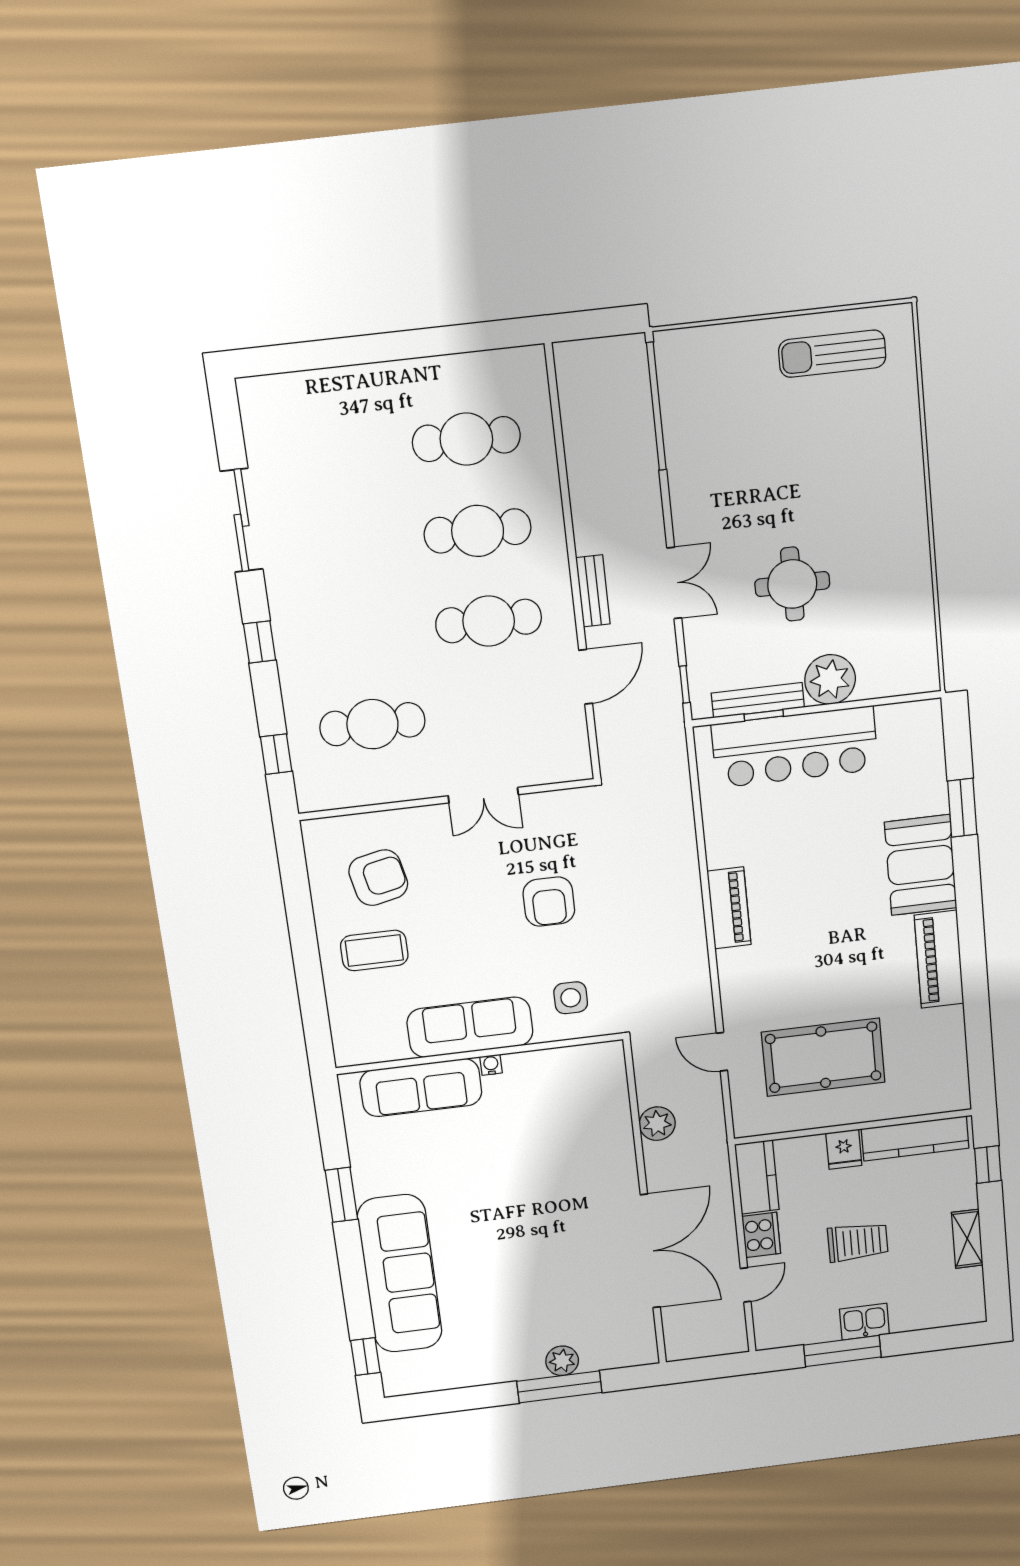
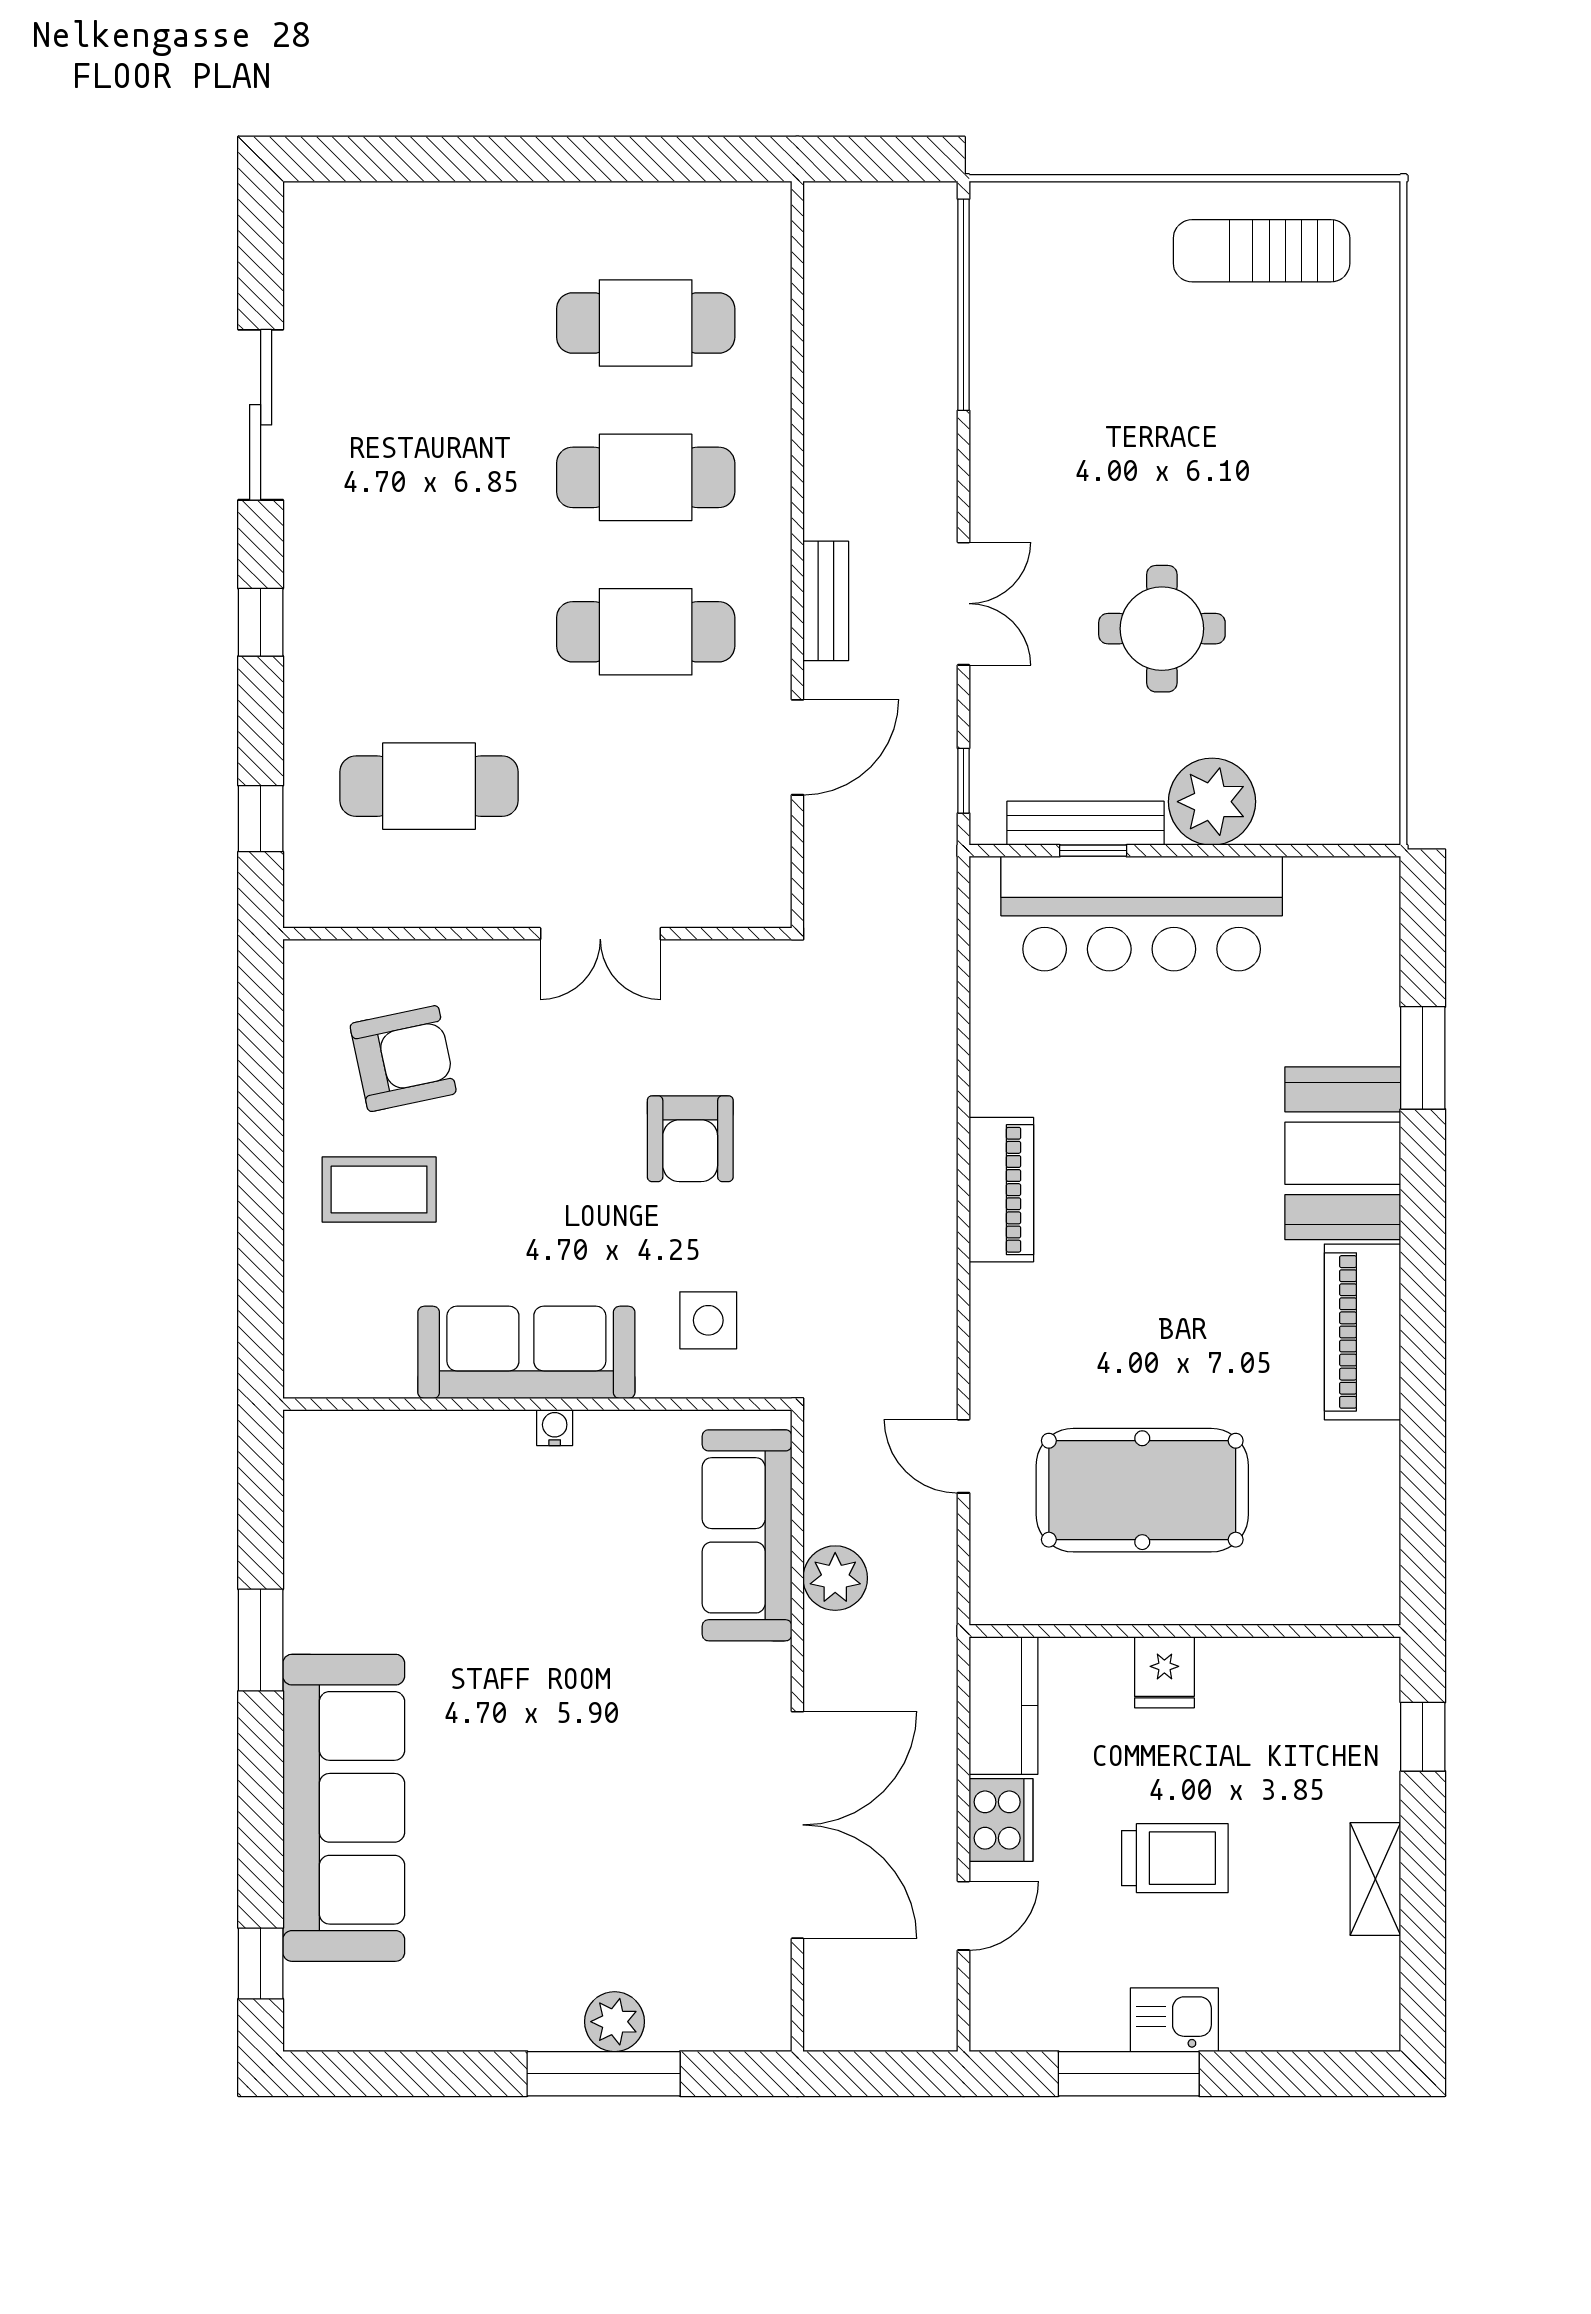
sofa: (421, 1088) -> (747, 1535), moved, turned 90
kitchen counter: (915, 1139) -> (1295, 1668), removed

